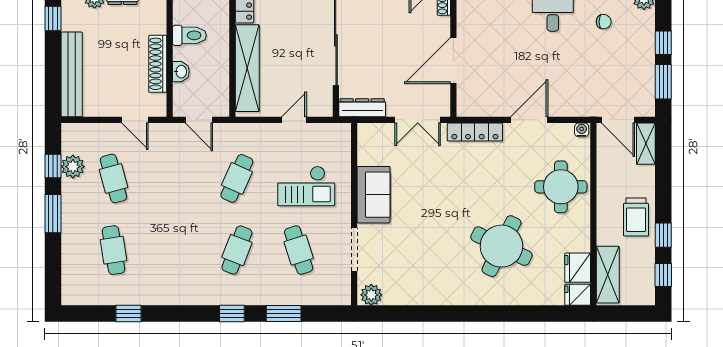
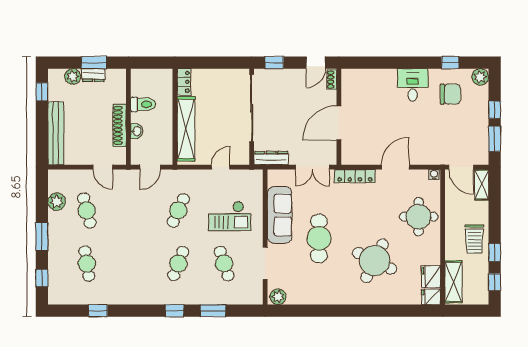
chair: (604, 22) -> (450, 94), width x1.87, depth x1.87
door: (199, 120) -> (150, 167), hinge flipped
window: (53, 166) -> (42, 278), moved
sofa: (374, 195) -> (280, 215), width x1.36
cafe table: (426, 216) -> (319, 238), added

